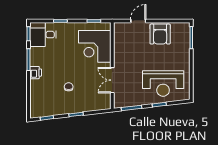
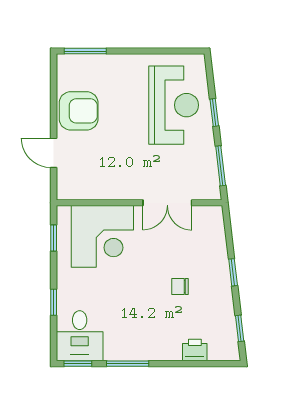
printer: (36, 73) -> (195, 350), moved

